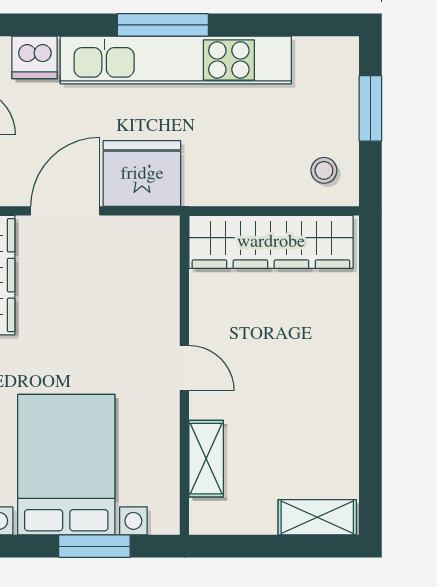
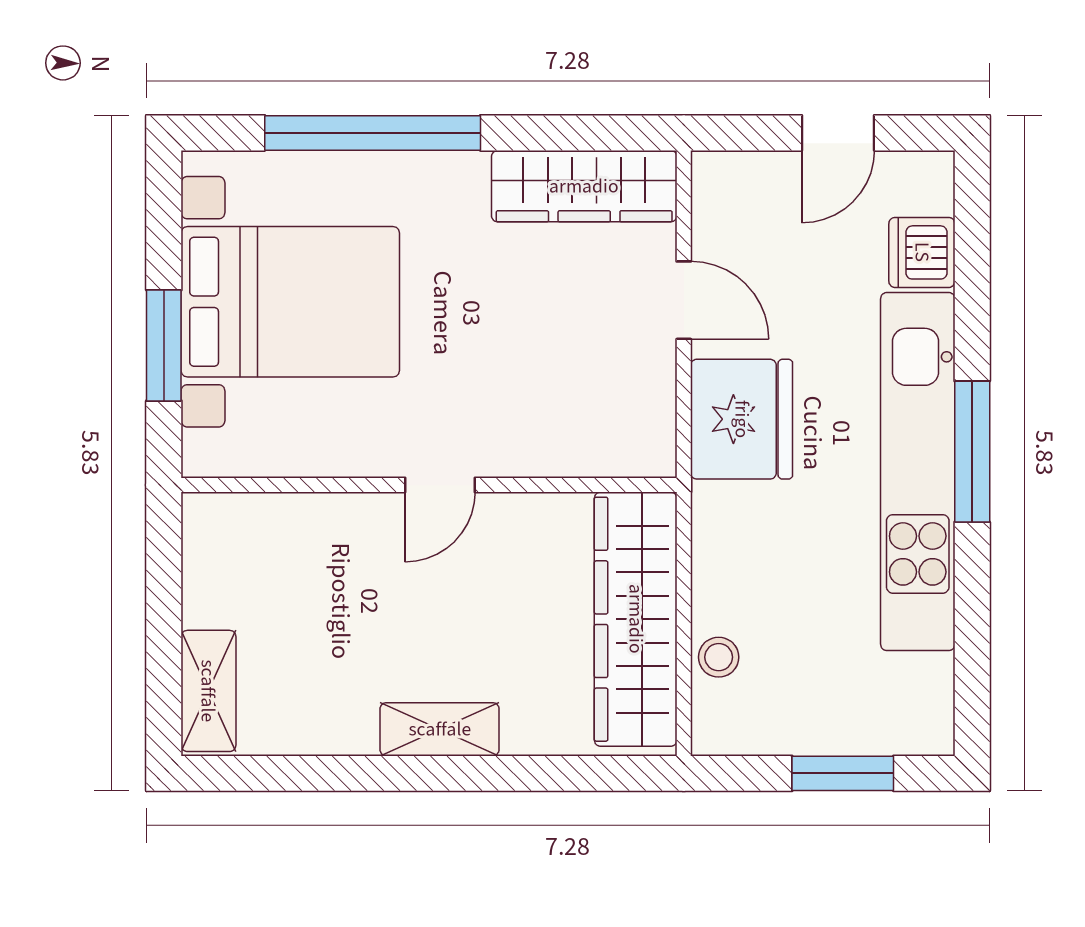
stool: (324, 170) -> (719, 657), moved
door: (65, 211) -> (684, 300), width x0.73
shelving: (206, 459) -> (440, 729), moved

